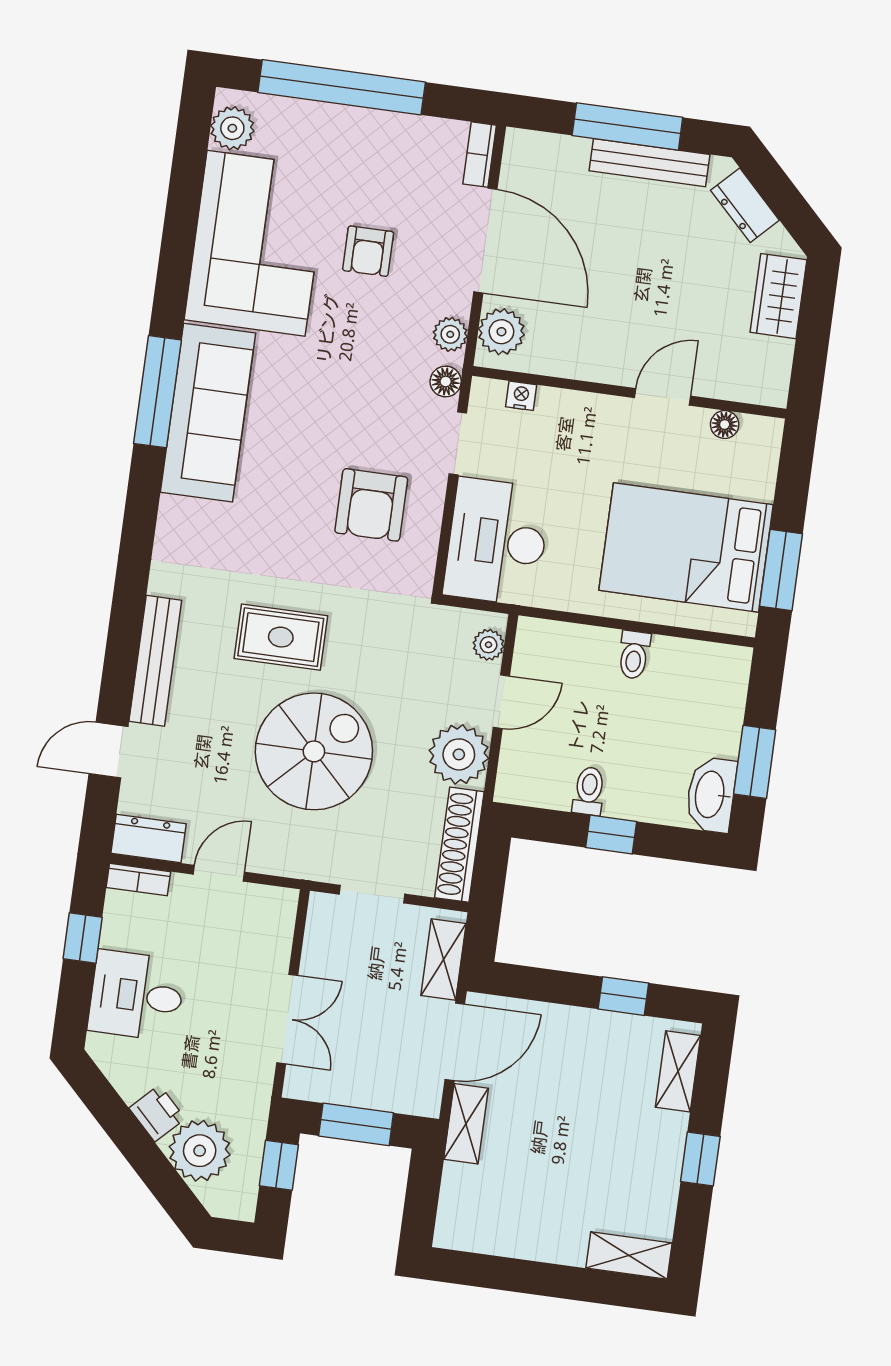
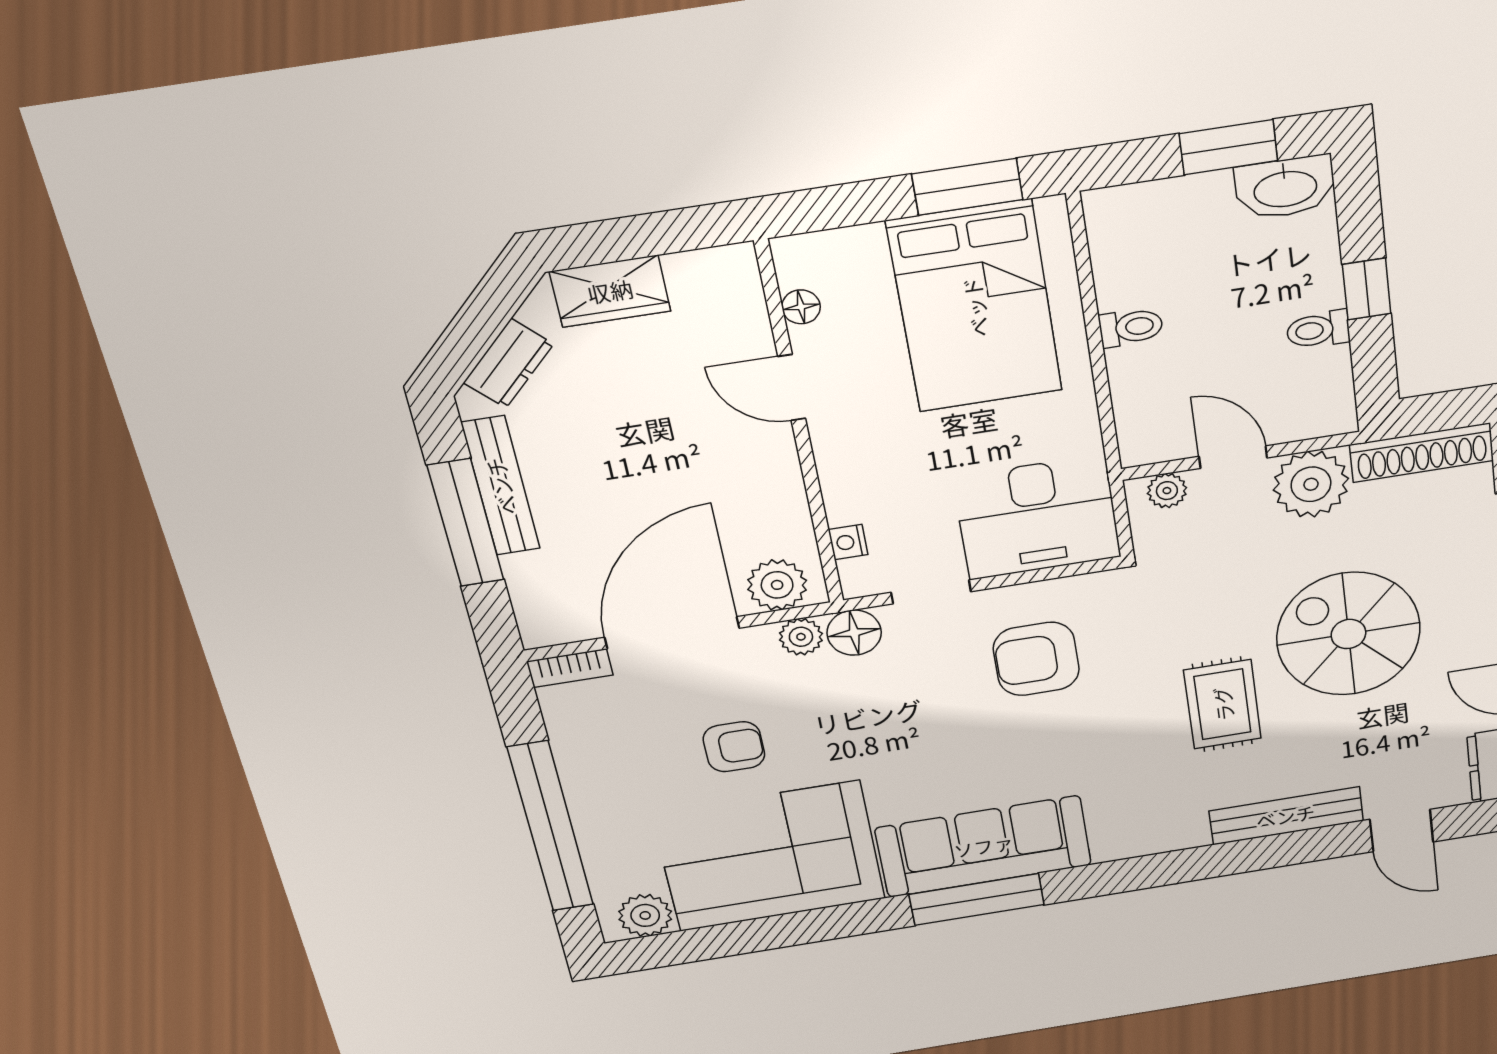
floor lamp: (446, 381) -> (854, 633), width x1.37, depth x1.37
armchair: (371, 505) -> (1036, 659), turned 180

